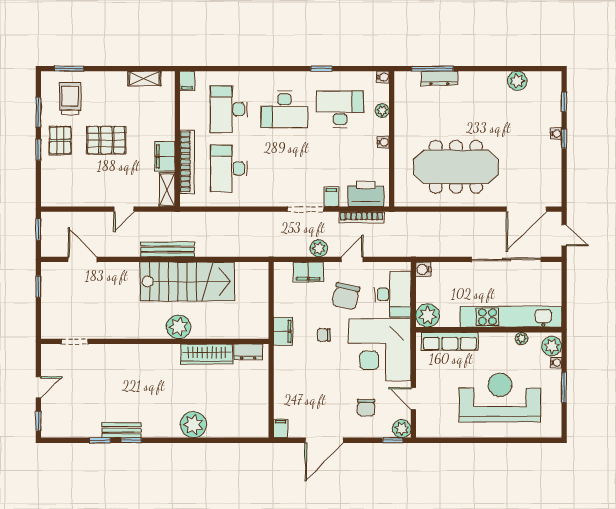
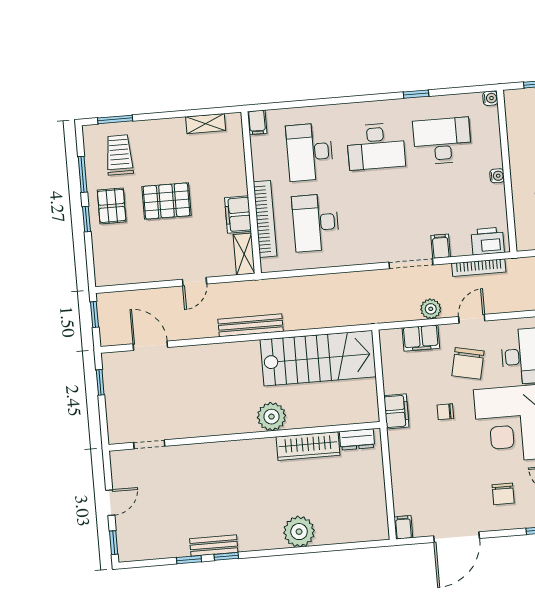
plant: (382, 111) -> (493, 138), removed
printer: (366, 194) -> (488, 241), width x0.73, depth x0.84
stairs: (187, 282) -> (318, 358), moved

